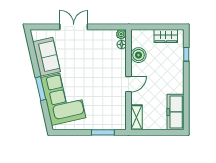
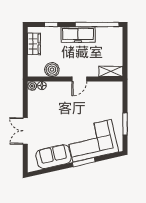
door: (129, 84) -> (79, 79), swing flipped
window: (186, 103) -> (97, 24), added
freezer: (175, 112) -> (78, 35), moved
window: (103, 132) -> (125, 124), moved

